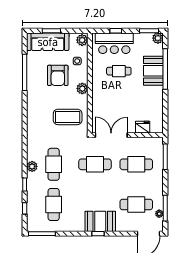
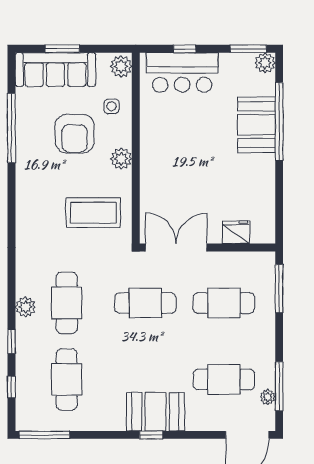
cafe table: (119, 71) -> (191, 126), removed

